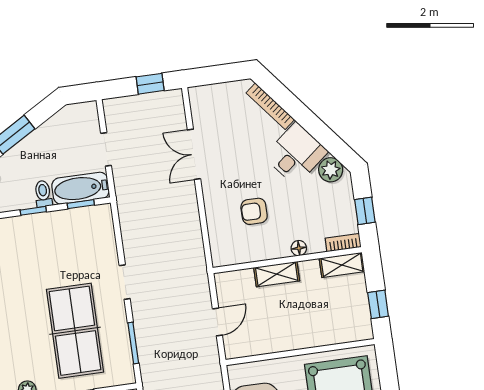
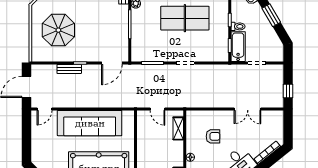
double door: (194, 154) -> (248, 109), swing flipped
armchair: (254, 211) -> (213, 136), turned 90
shelving: (277, 274) -> (178, 128), moved
table tennis table: (75, 331) -> (185, 18), moved

